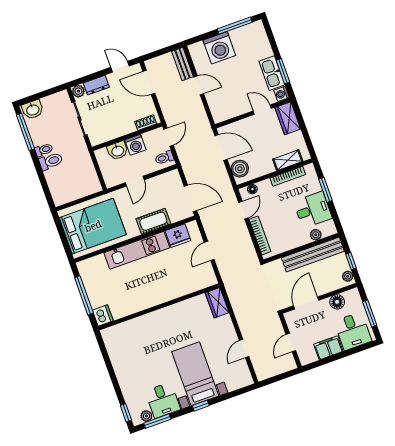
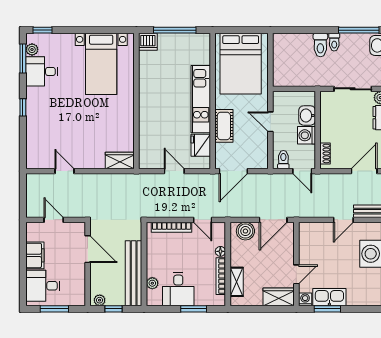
floor lamp: (252, 189) -> (220, 251), moved
floor lamp: (337, 302) -> (78, 281), removed
bed with nightstands: (195, 374) -> (101, 64), moved, turned 90

